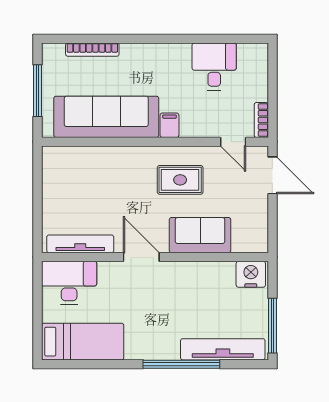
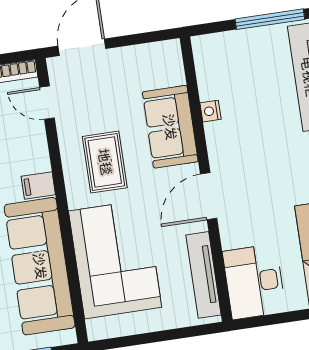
door: (233, 142) -> (47, 103), swing flipped
corner sofa: (103, 177) -> (115, 259), added
nightstand: (251, 274) -> (210, 111), moved, width x0.53, depth x0.56

